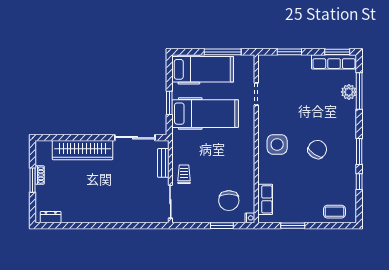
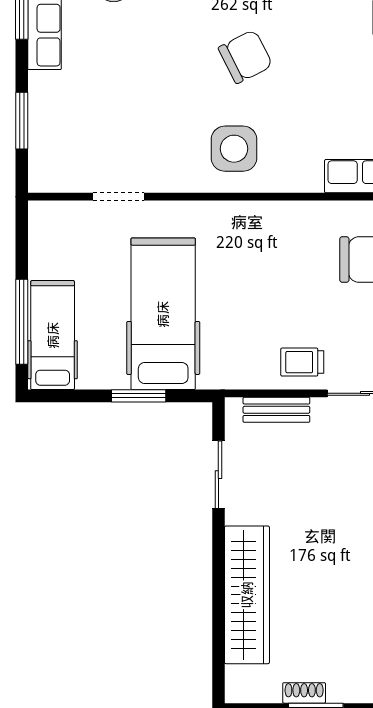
window: (223, 52) -> (22, 322), moved
hospital bed: (203, 69) -> (53, 335), width x0.73, depth x0.78
sliding door: (135, 138) -> (218, 475), width x0.73
chair: (317, 149) -> (245, 57), turned 119

